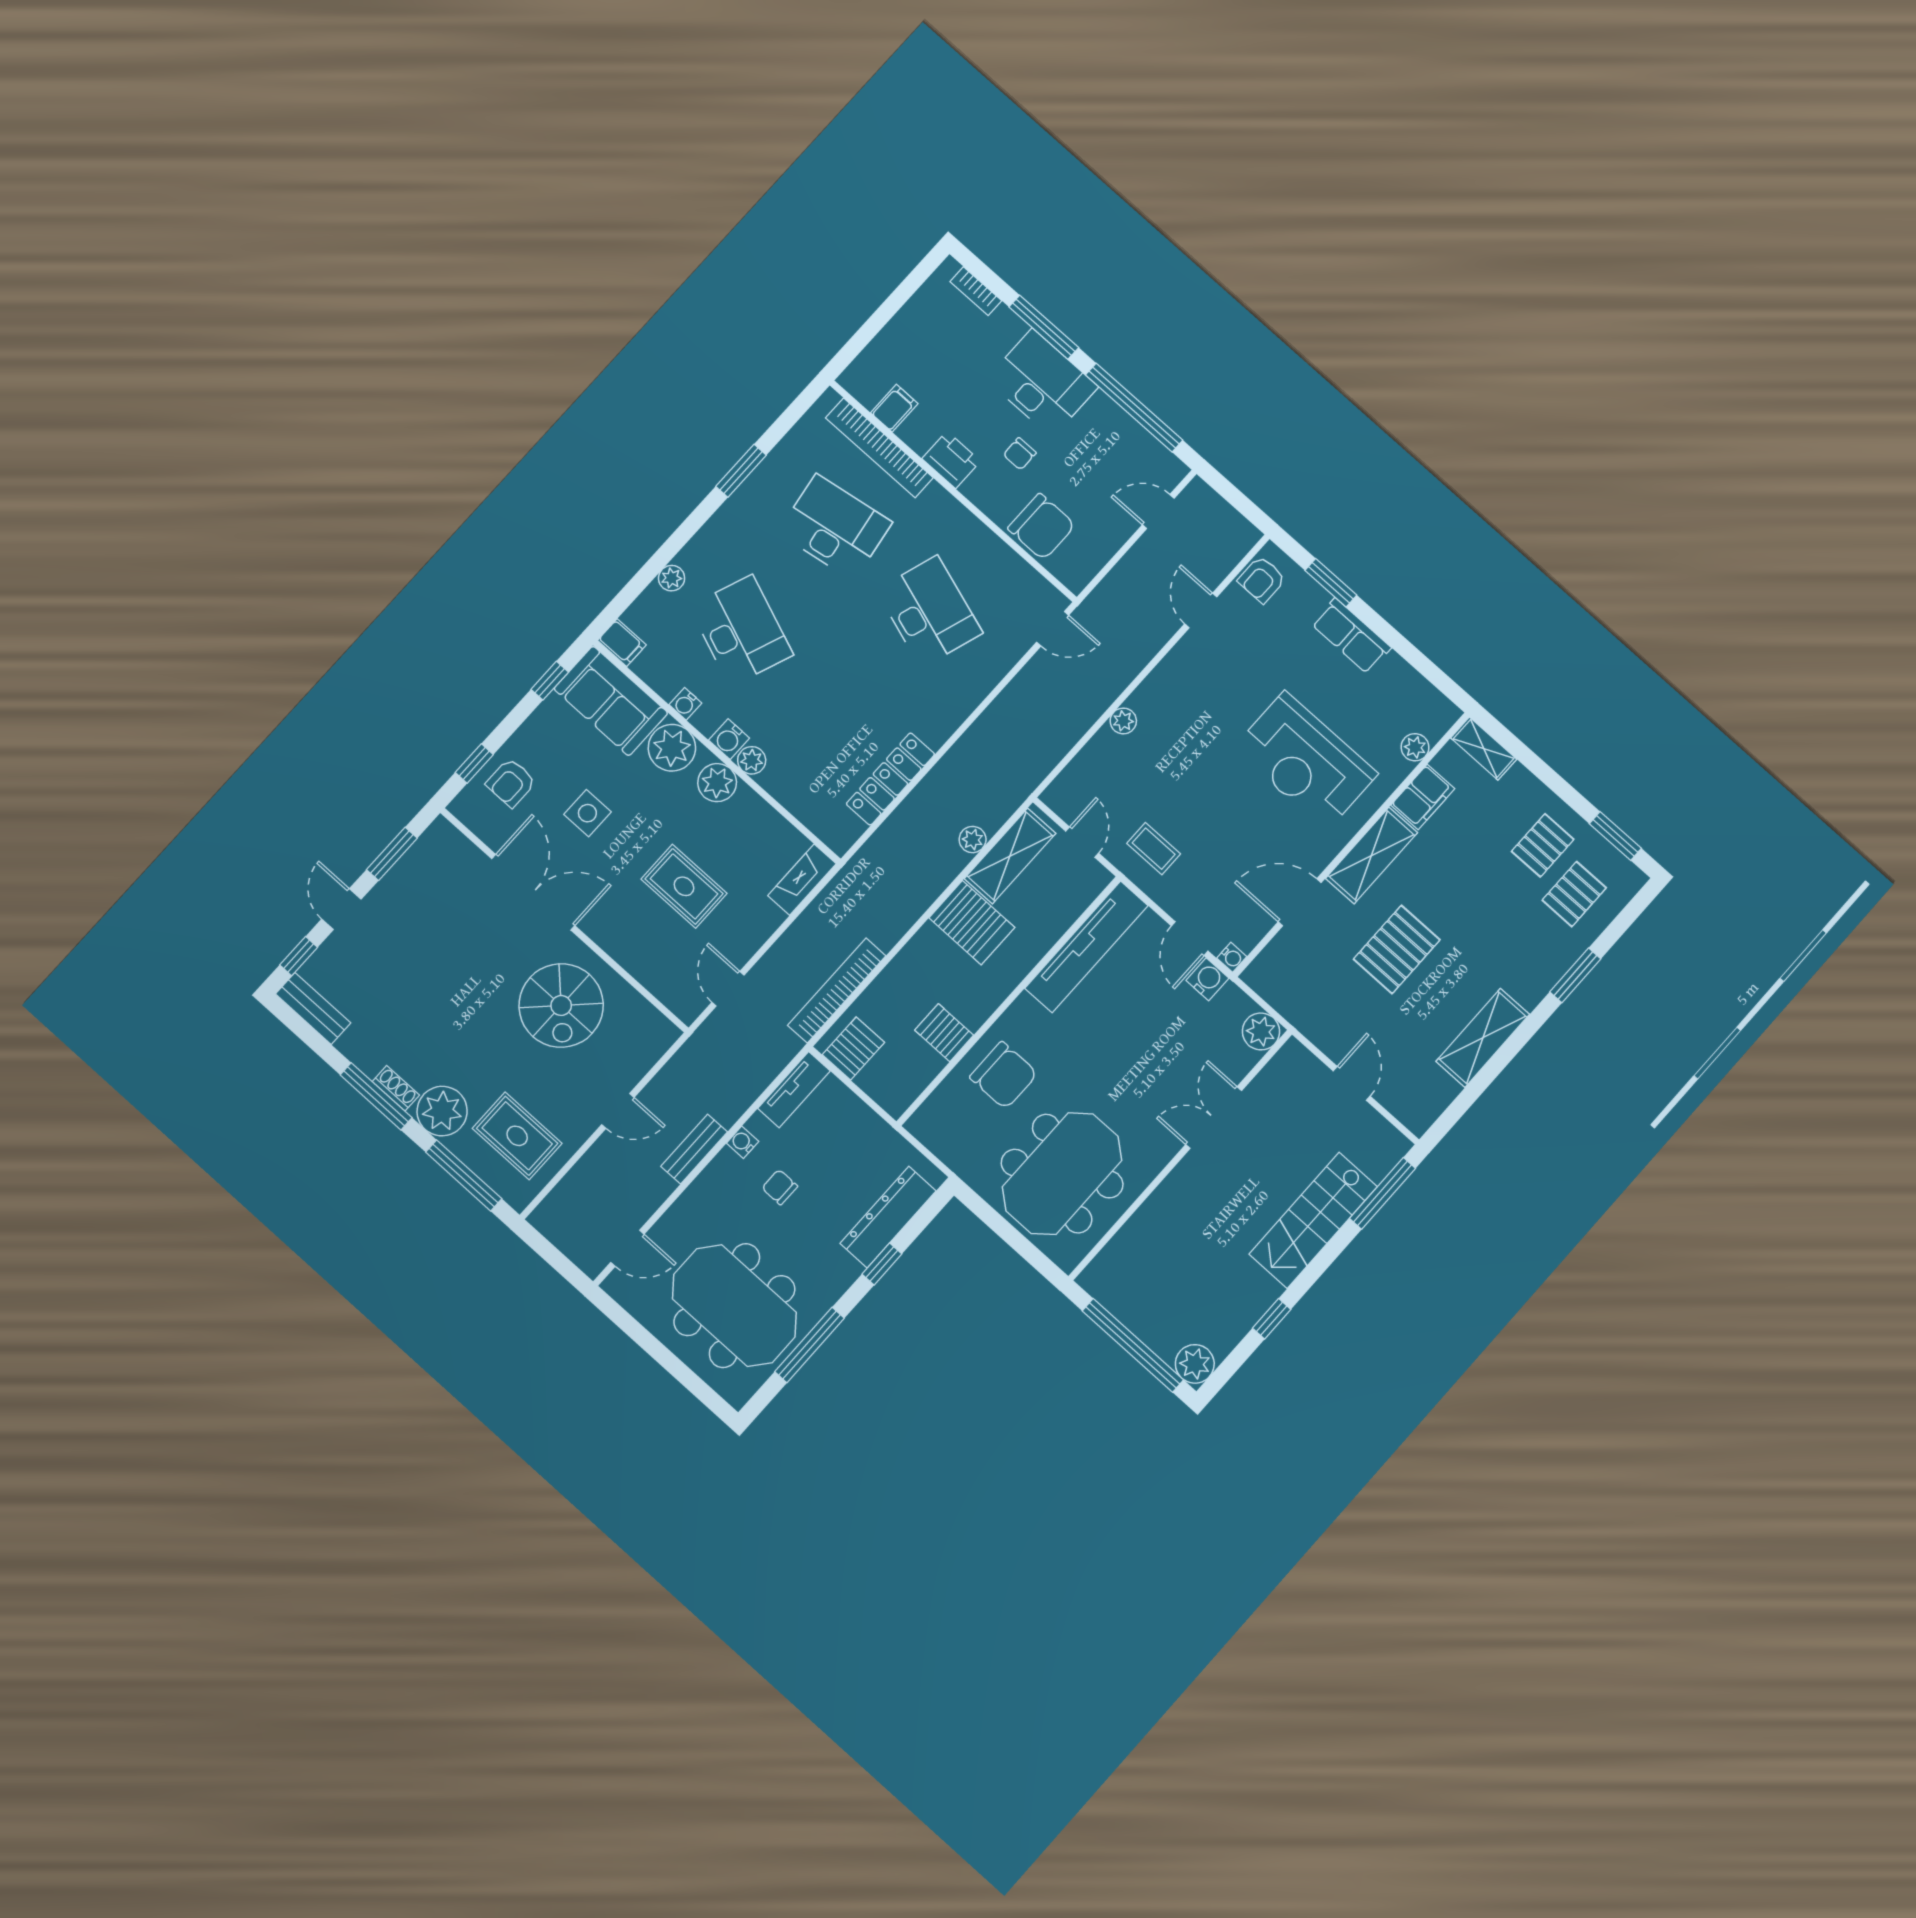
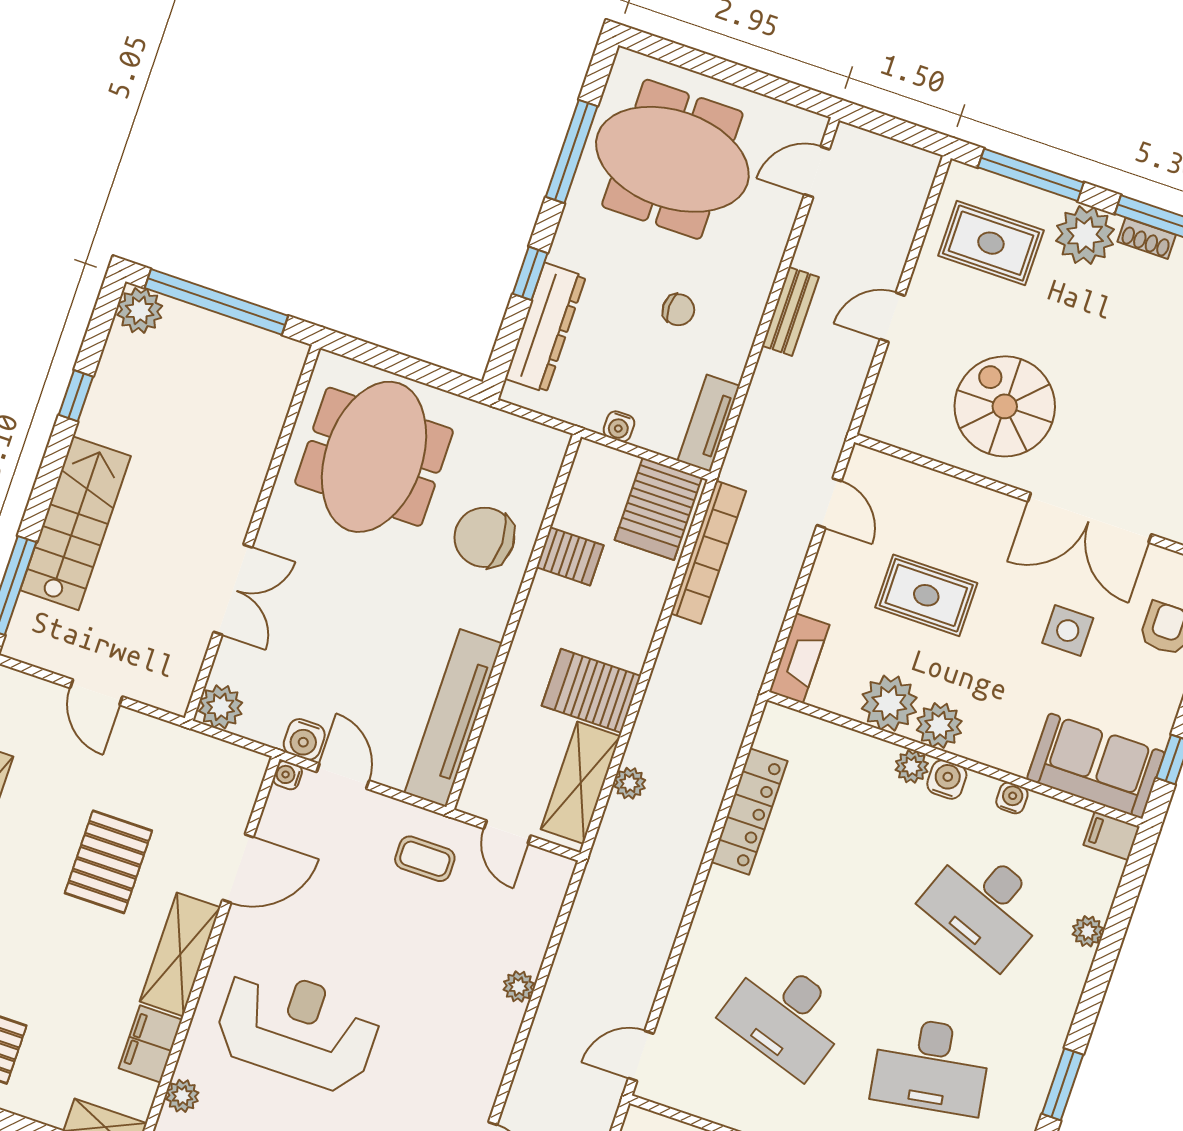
plant: (672, 748) -> (889, 703), moved
server rack: (853, 1049) -> (658, 509), width x1.36, depth x1.44
water cooler: (743, 1142) -> (619, 426), moved, turned 90

